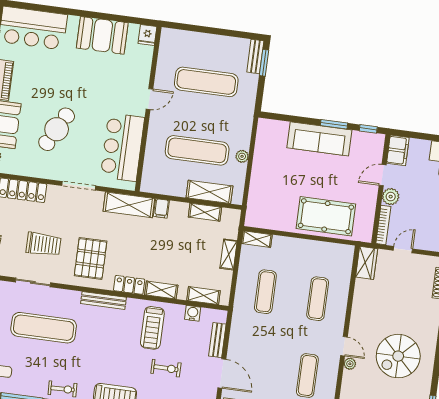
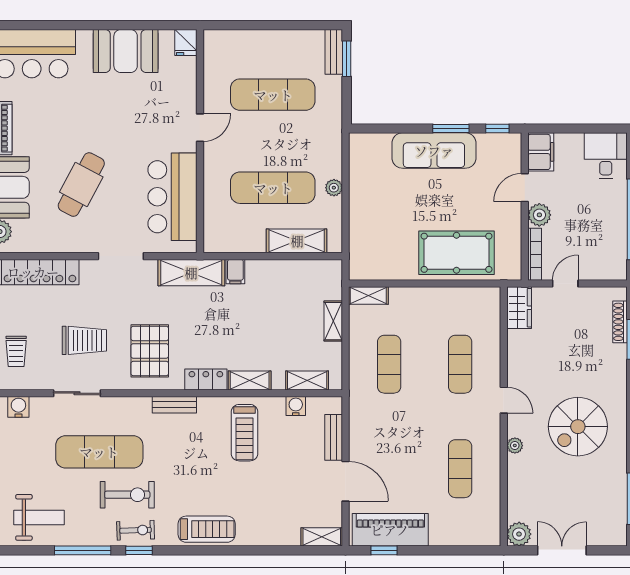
shelving: (205, 212) -> (294, 269), removed
bench: (103, 300) -> (174, 405), width x0.73
door: (344, 346) -> (504, 400), moved
exercise bike: (166, 368) -> (127, 495), moved, width x1.38, depth x1.39

